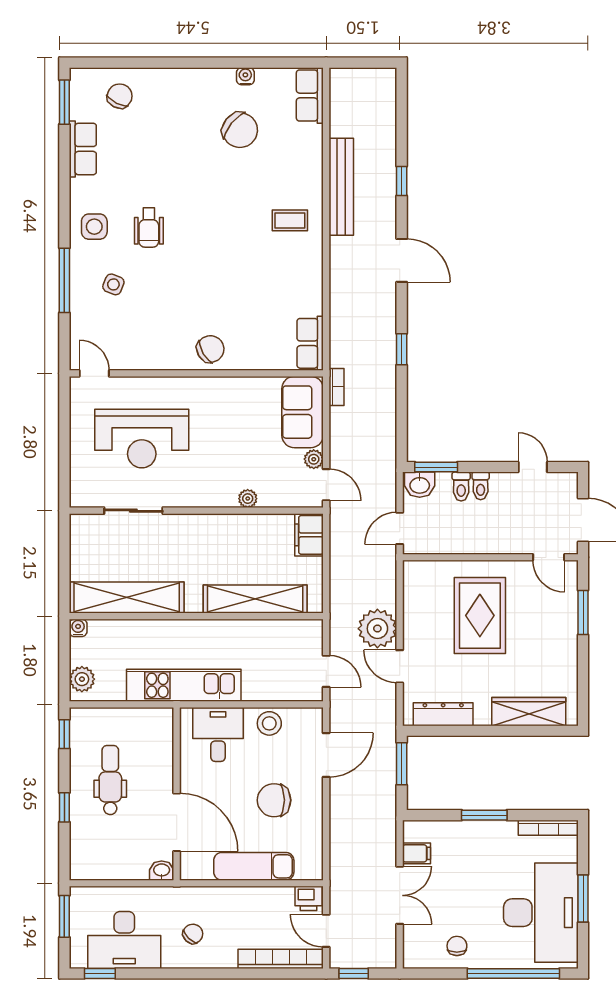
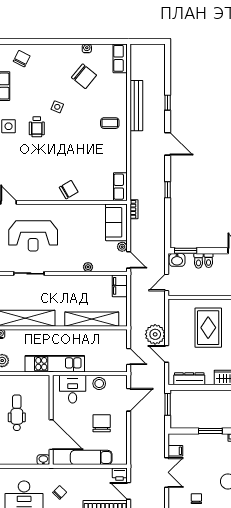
side table: (113, 284) -> (57, 107), moved
chair: (274, 800) -> (102, 423), turned 90

